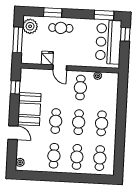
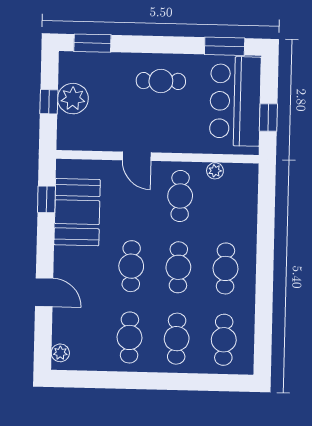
window: (53, 13) -> (92, 43), moved
plant: (30, 26) -> (73, 99), moved
cafe table: (61, 28) -> (161, 81), moved
window: (125, 34) -> (268, 117), moved
window: (18, 40) -> (49, 102), width x0.46
fridge: (47, 58) -> (111, 137), removed
booth: (29, 109) -> (77, 212), moved

